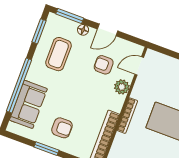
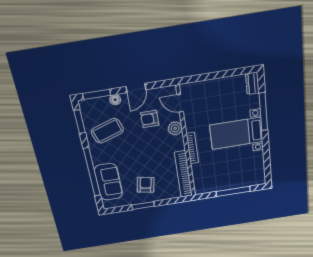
coffee table: (58, 54) -> (107, 131), turned 72
door: (139, 66) -> (180, 103), hinge flipped
armchair: (62, 128) -> (146, 185), turned -79

